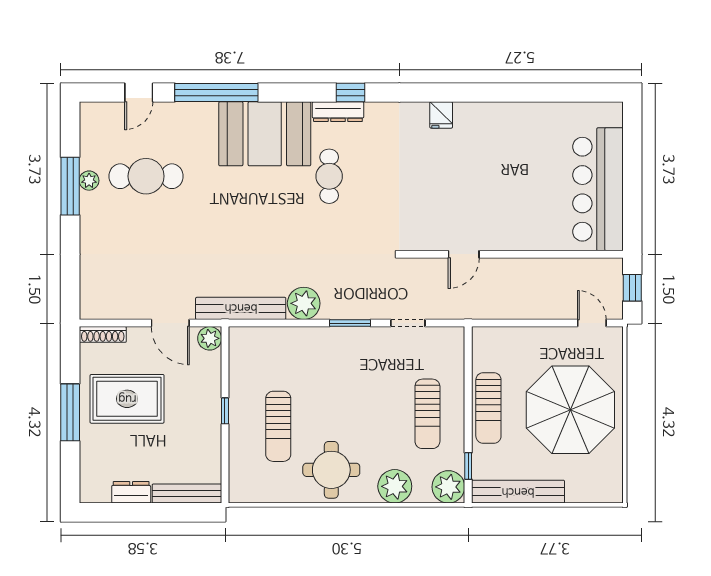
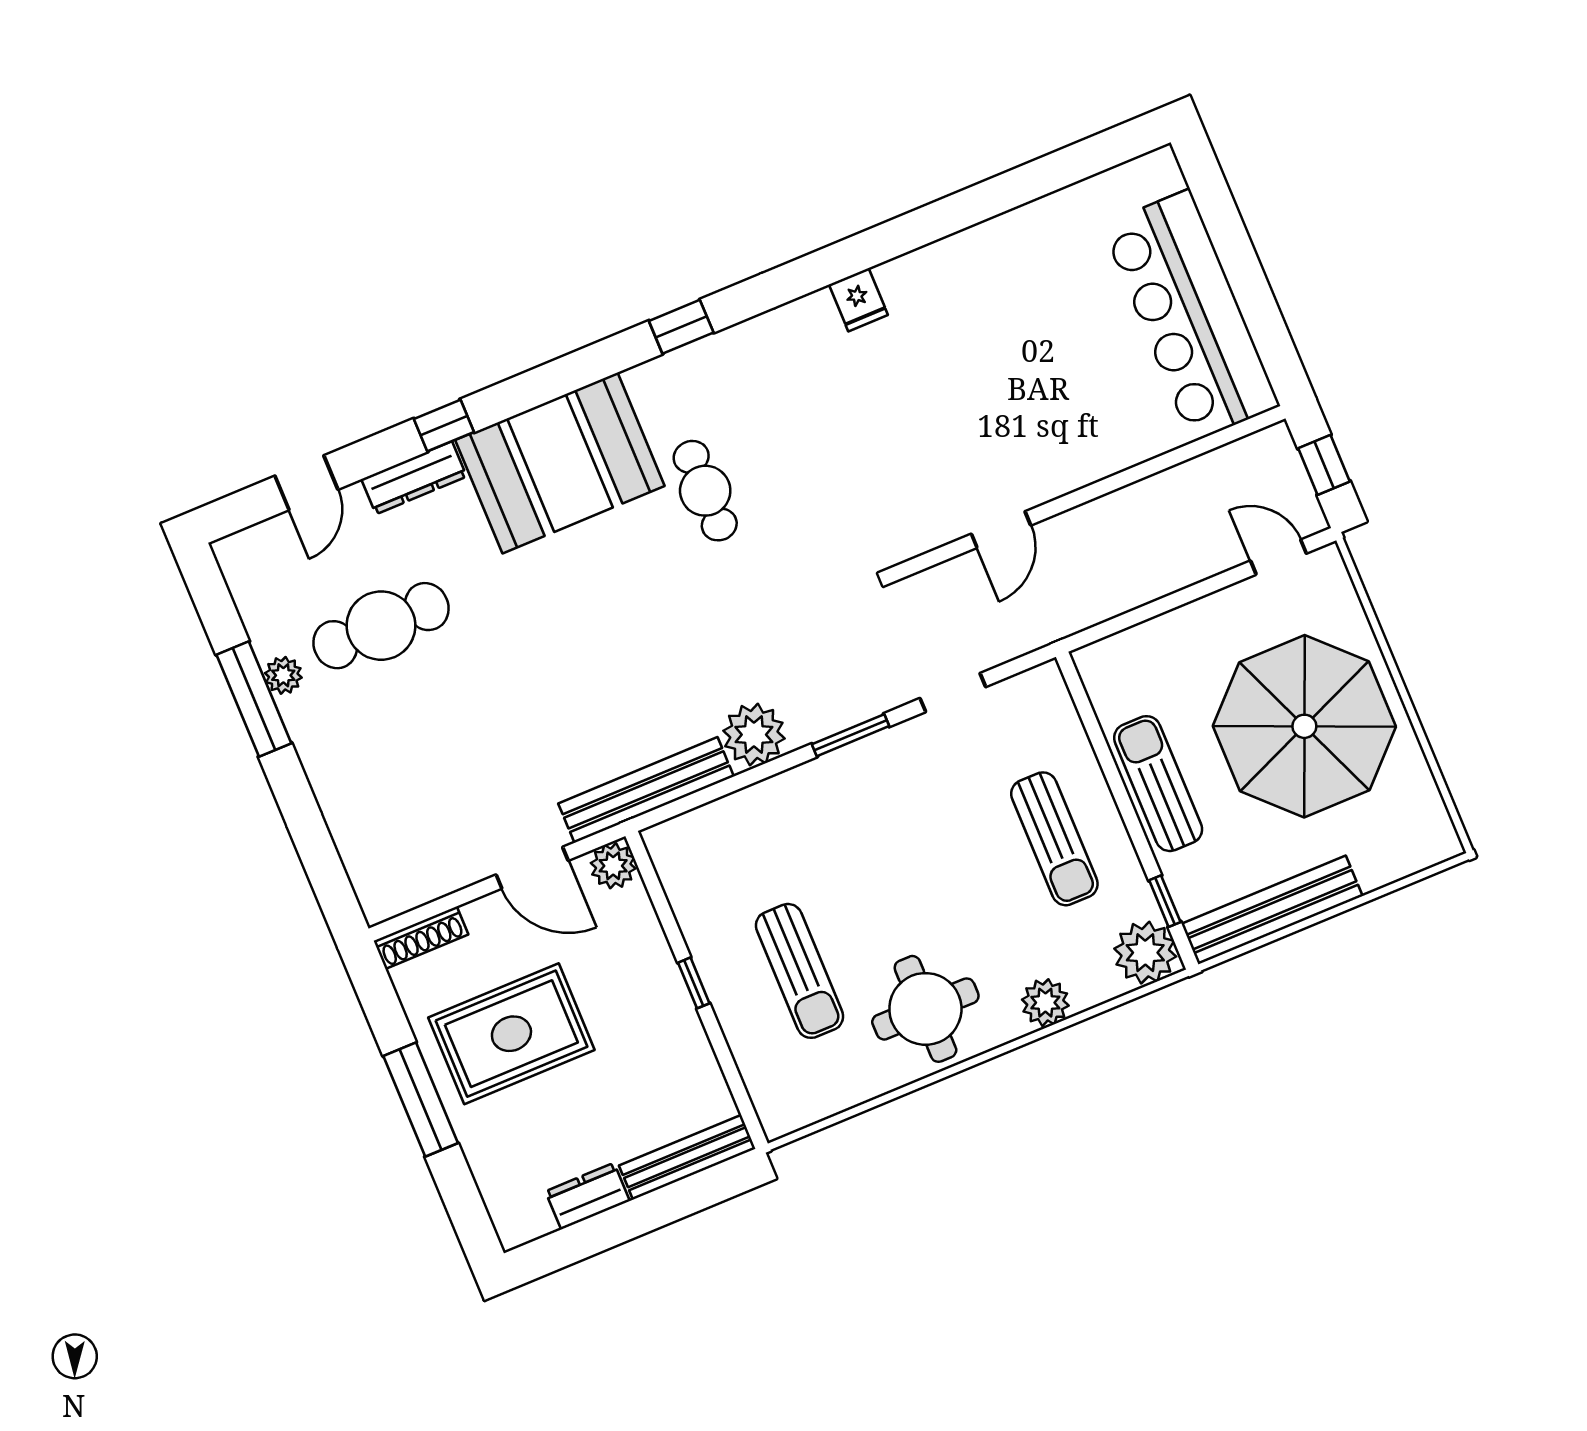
window: (216, 92) -> (444, 425), width x0.32
dresser: (338, 112) -> (414, 478), moved
sun lounger: (488, 408) -> (1158, 784), turned 180
plant: (395, 486) -> (1045, 1003), width x0.73, depth x0.73

